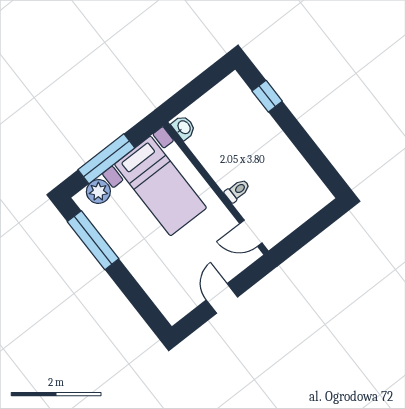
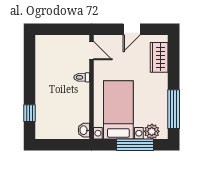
wardrobe: (161, 290) -> (159, 57), added

